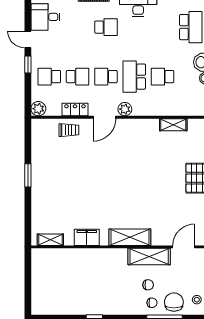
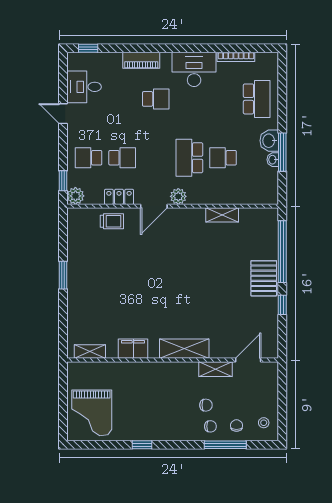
window: (28, 64) -> (63, 181), moved
school desk: (106, 77) -> (156, 158), removed
shelving: (173, 125) -> (222, 215), moved
shelving: (149, 257) -> (215, 369), width x0.67, depth x0.75
grand piano: (52, 291) -> (92, 413), added
chair: (174, 302) -> (237, 426), width x0.54, depth x0.54

